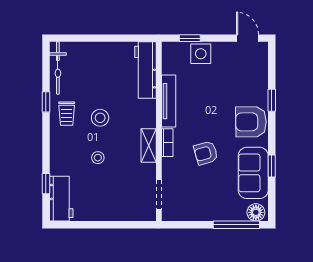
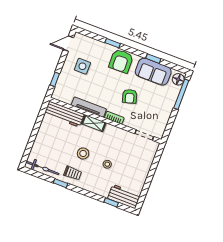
side table: (201, 54) -> (82, 66), moved
shelving: (149, 146) -> (94, 123), moved

